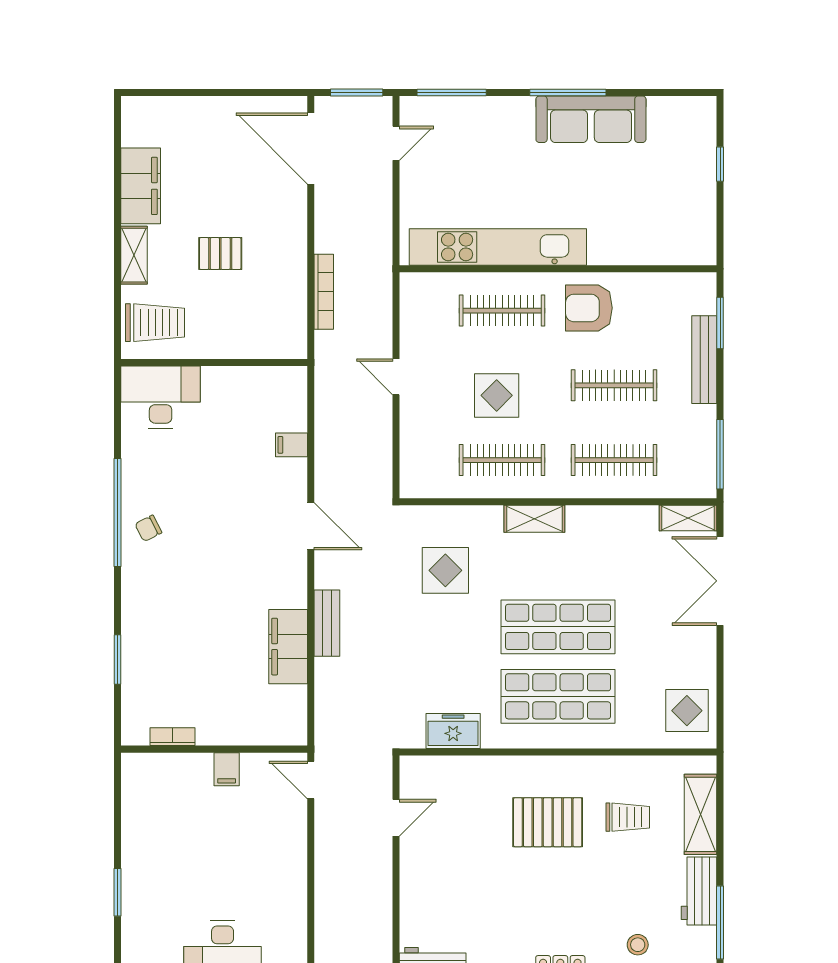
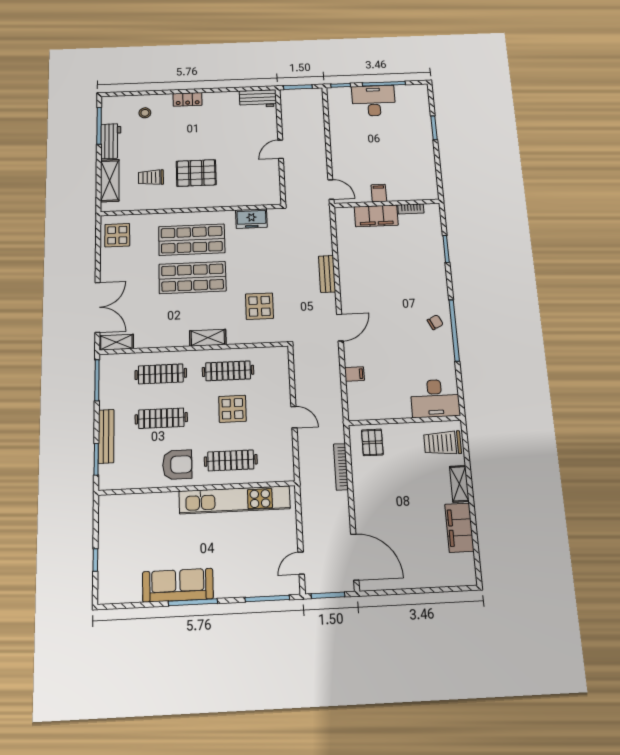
pallet: (220, 254) -> (372, 442), moved, turned 90
door: (311, 526) -> (340, 328), swing flipped
filing cabinet: (288, 647) -> (376, 216), moved, turned 90
door: (396, 818) -> (281, 149), moved

